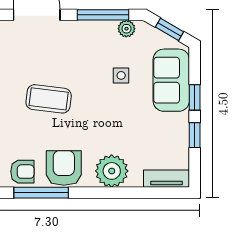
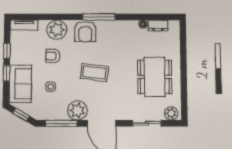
plant: (126, 29) -> (77, 110), moved, width x1.87, depth x1.87
armchair: (22, 172) -> (53, 56), moved

